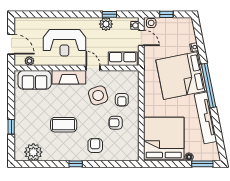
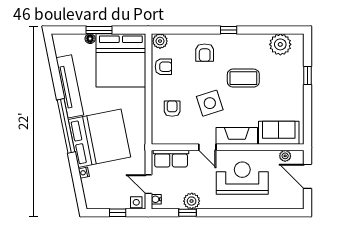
side table: (98, 95) -> (210, 103), moved
armchair: (116, 123) -> (163, 67), moved
plant: (132, 155) -> (160, 41), added
window: (202, 164) -> (99, 30), moved

